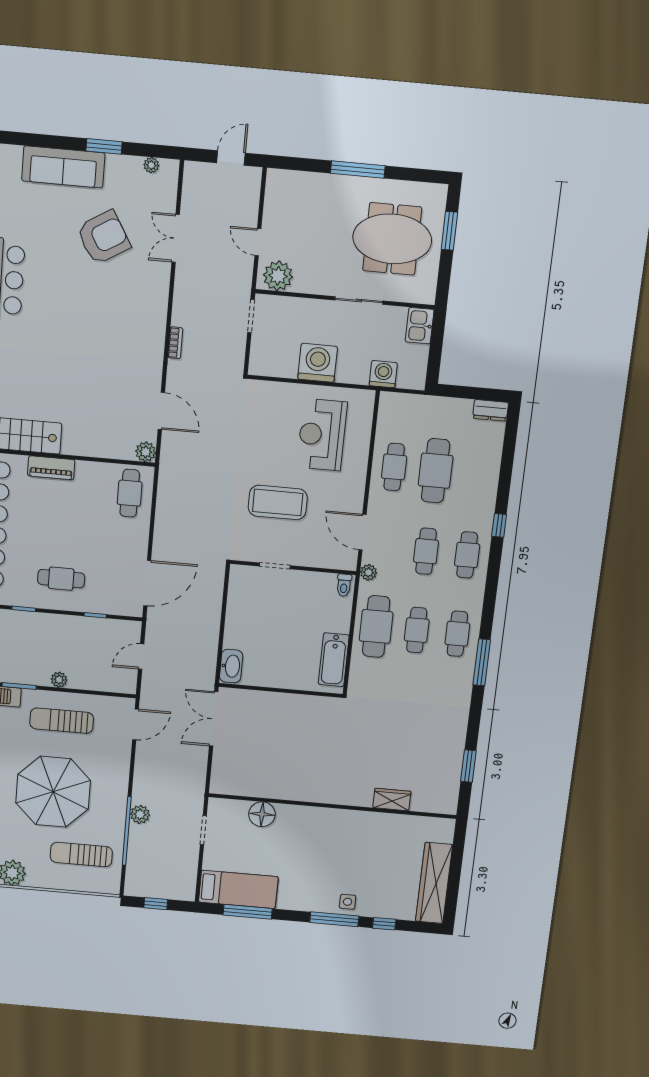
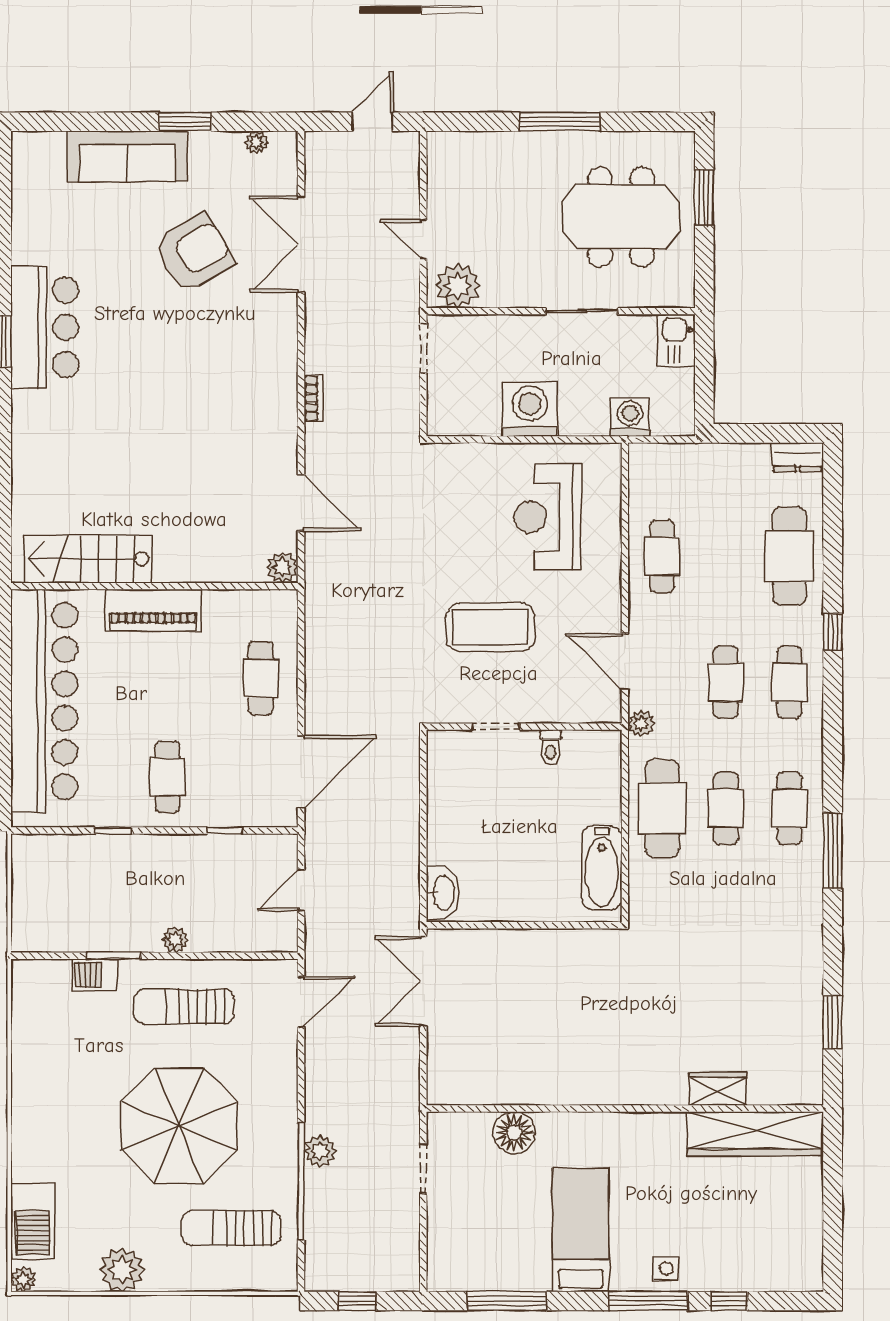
double door: (176, 238) -> (301, 245), width x1.37
piano: (51, 468) -> (153, 610), width x1.37, depth x1.33
cafe table: (436, 471) -> (789, 556), moved
cafe table: (130, 493) -> (261, 678), moved
cafe table: (61, 579) -> (167, 777), turned 90
toilet: (344, 585) -> (551, 747), moved
wardrobe: (434, 883) -> (755, 1134), moved, turned -90
bed: (238, 889) -> (581, 1230), moved, turned -90

